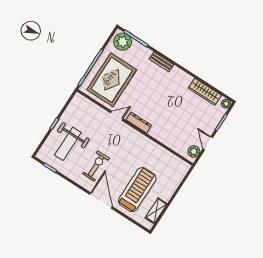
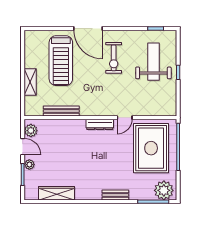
plant: (226, 104) -> (29, 165), moved
bench: (161, 151) -> (61, 111), added
shelving: (156, 211) -> (30, 82), moved

